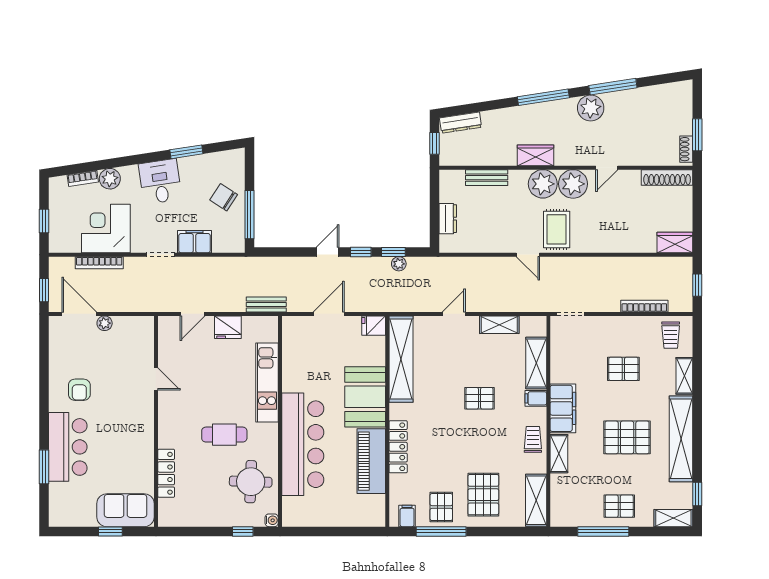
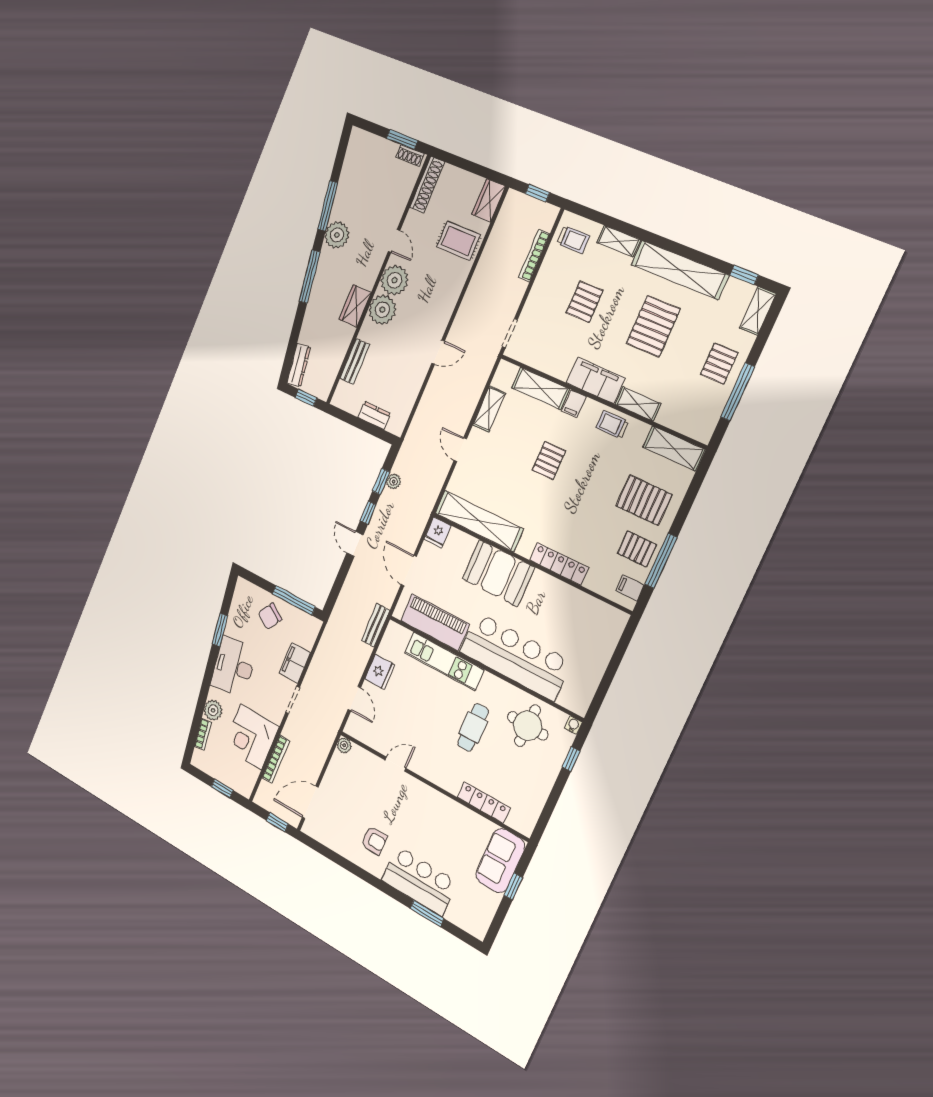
desk: (160, 181) -> (234, 667), width x1.37
rug: (557, 229) -> (458, 241), moved
plant: (105, 323) -> (344, 745), moved
piano: (371, 461) -> (435, 622), moved, turned 180

